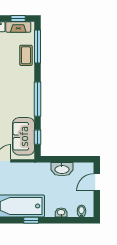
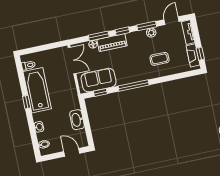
window: (38, 47) -> (179, 76), removed
coffee table: (26, 55) -> (159, 59), moved

